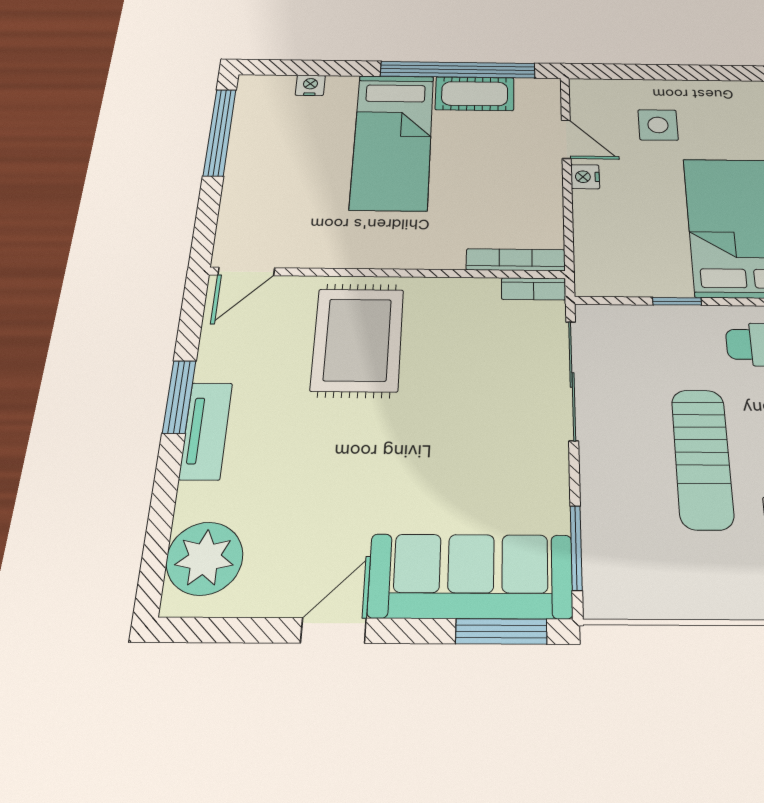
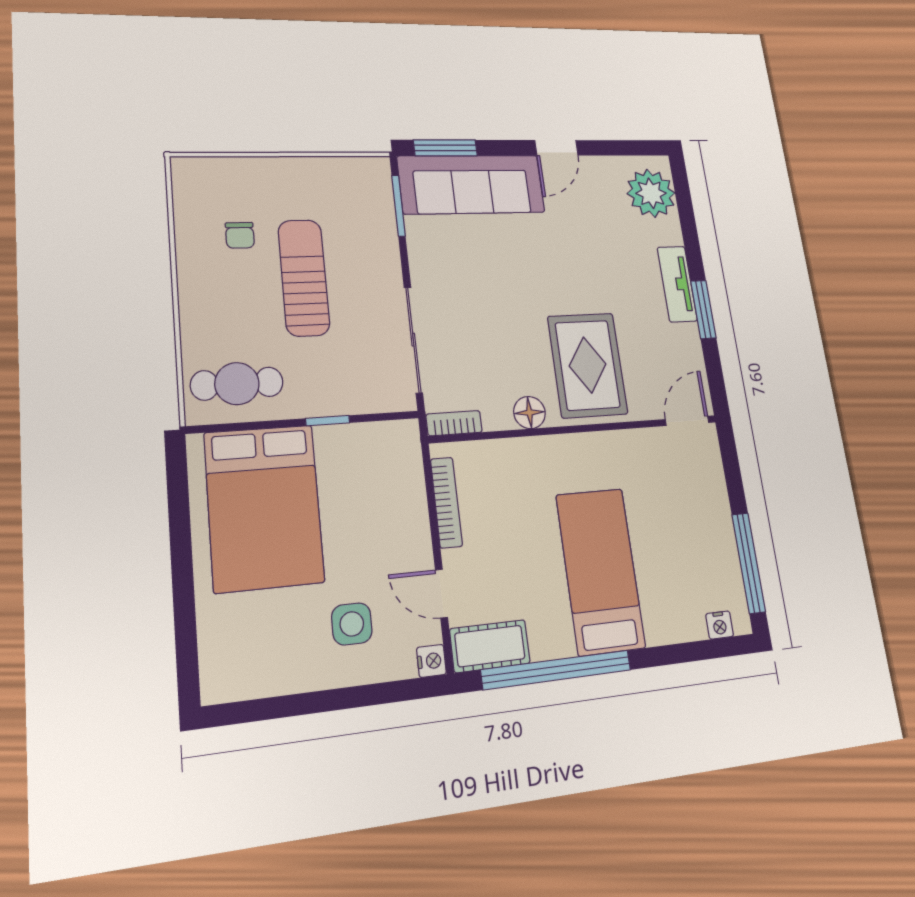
nightstand: (310, 85) -> (720, 625), moved
cot: (475, 94) -> (490, 646), moved
nightstand: (585, 177) -> (431, 661), moved
bookcase: (516, 260) -> (446, 502), moved, turned -90
floor lamp: (442, 294) -> (529, 413), added

